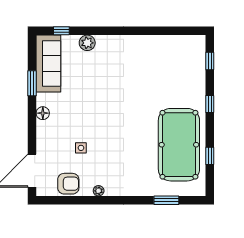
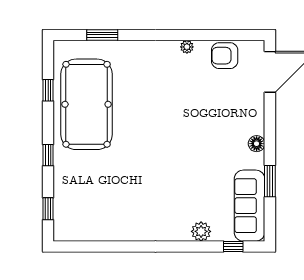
side table: (81, 148) -> (209, 100), removed

